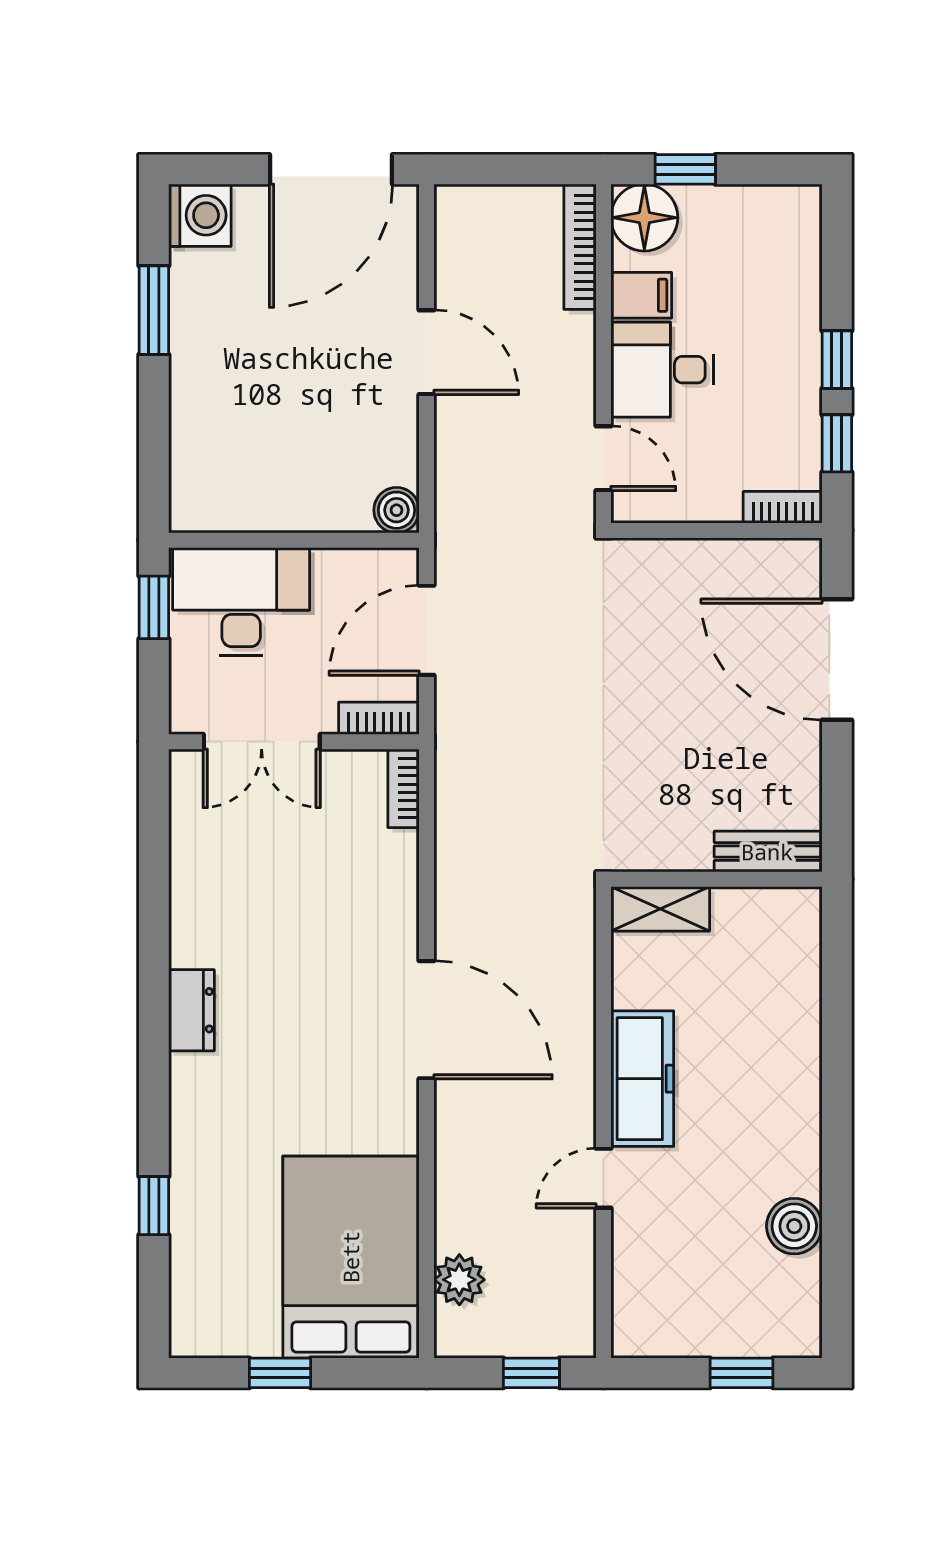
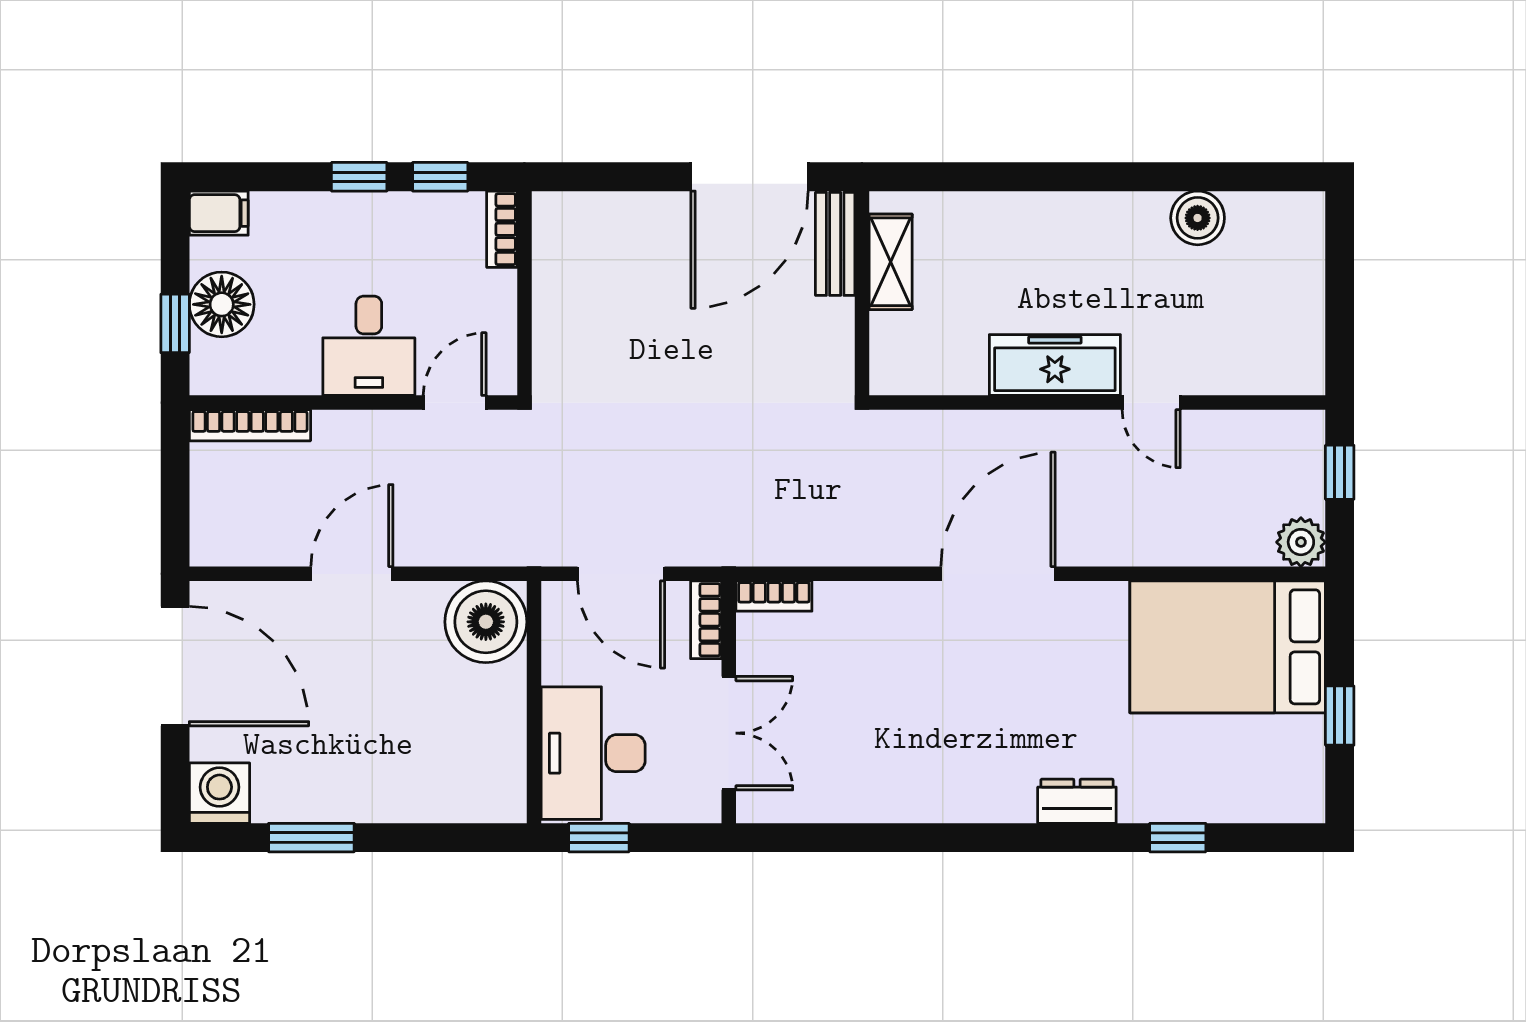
floor lamp: (644, 218) -> (222, 304), moved
filing cabinet: (641, 295) -> (219, 213), moved, turned 90
boiler: (396, 510) -> (486, 622), width x1.86, depth x1.86
door: (837, 659) -> (750, 177), moved
shelving: (660, 909) -> (891, 262), moved
dresser: (191, 1010) -> (1077, 801), moved
plant: (459, 1280) -> (1301, 542), moved
window: (742, 1373) -> (1340, 269), removed

